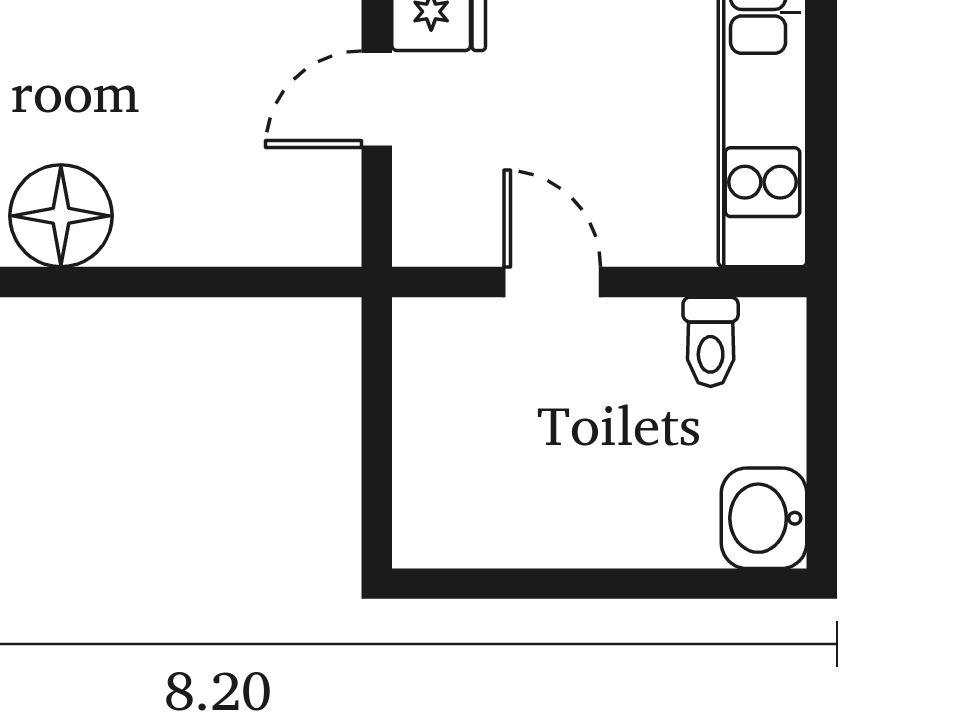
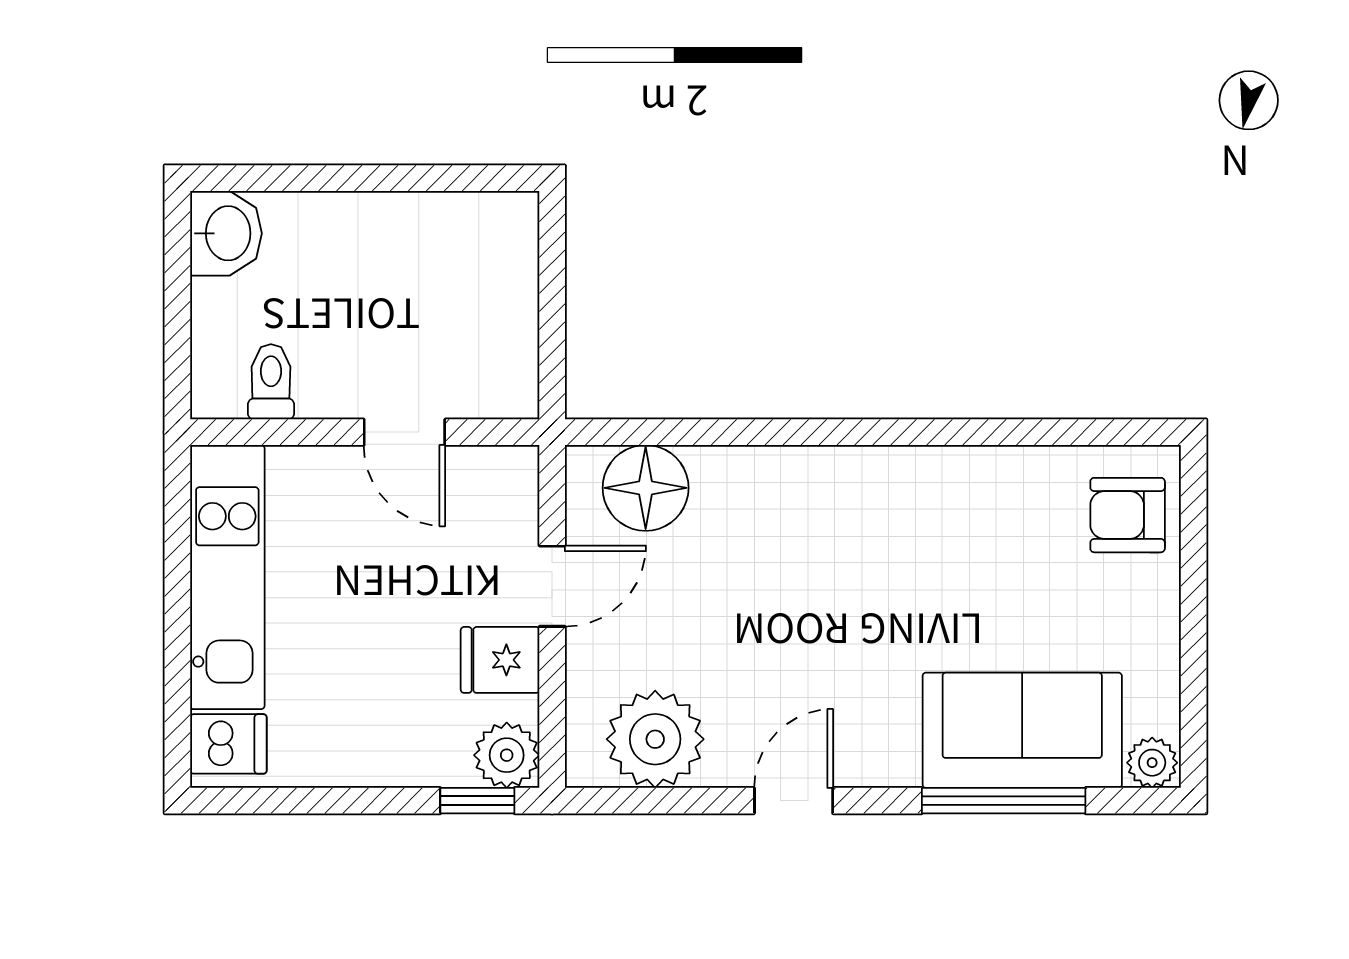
floor lamp: (61, 216) -> (646, 488), moved

